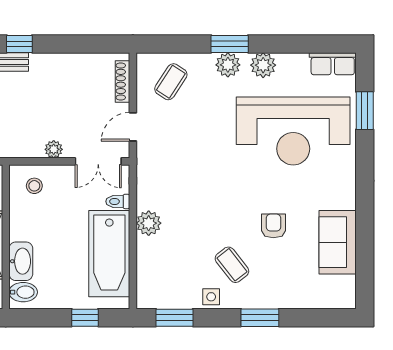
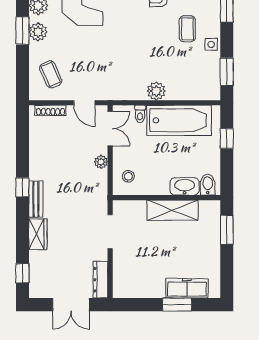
coffee table: (171, 82) -> (51, 74), turned 33
coffee table: (232, 265) -> (187, 29), turned -52

